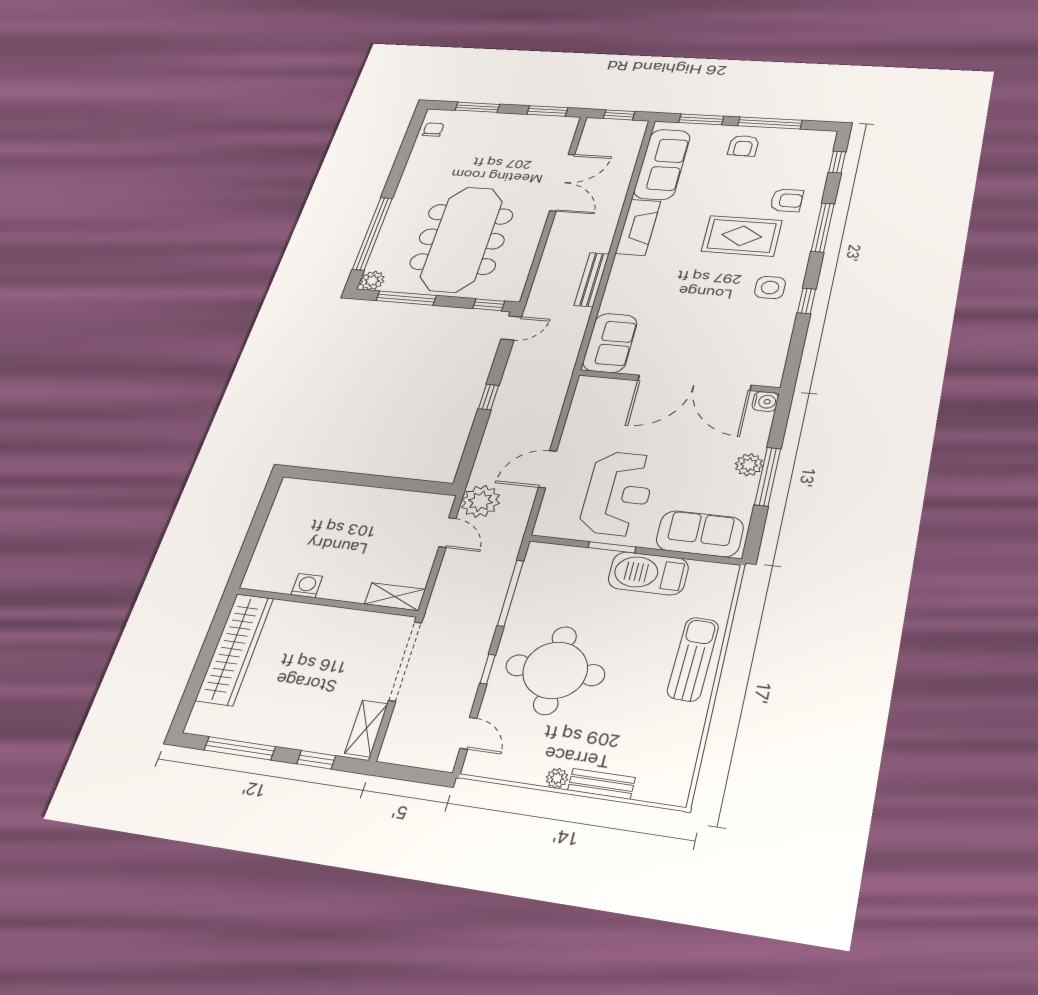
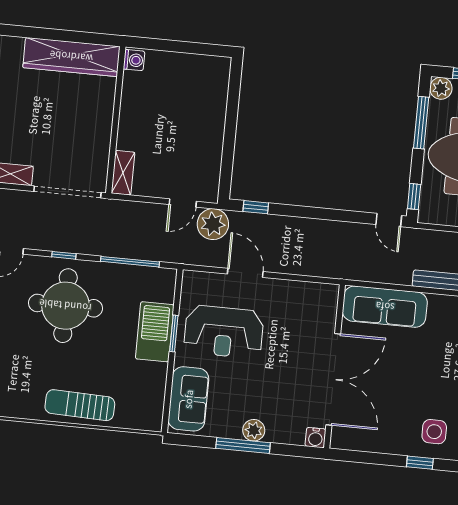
sofa: (610, 343) -> (385, 307), width x1.36
double door: (694, 383) -> (333, 379), swing flipped
window: (489, 397) -> (256, 207), moved
barbecue: (648, 573) -> (155, 332), moved
washing machine: (307, 586) -> (134, 60), moved
sun lounger: (693, 659) -> (80, 405), turned 180

